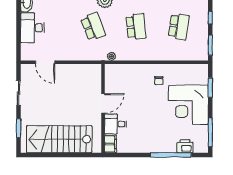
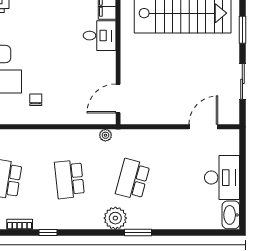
school desk: (93, 27) -> (133, 179), turned 36
door: (45, 62) -> (203, 127), hinge flipped
door: (103, 103) -> (118, 98), moved

